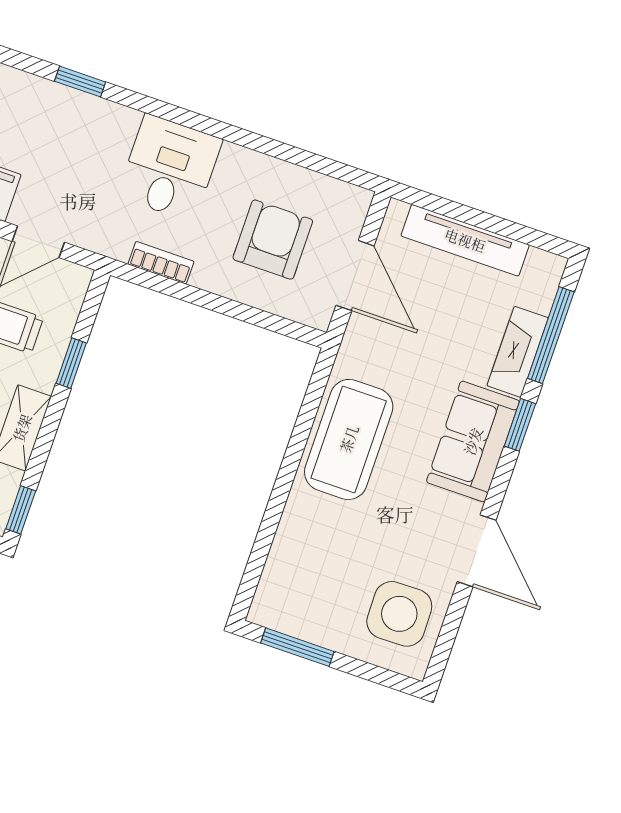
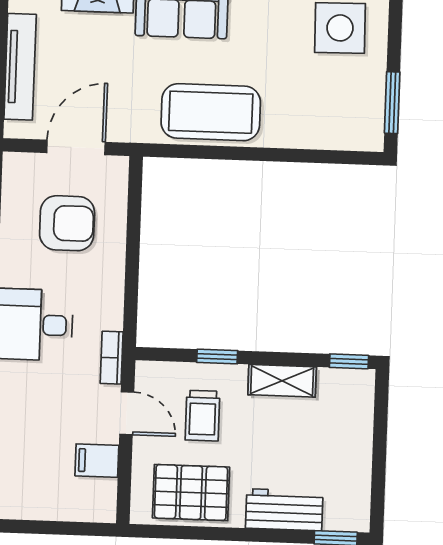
armchair: (273, 240) -> (67, 223), turned 180
bookcase: (161, 263) -> (112, 358), moved

